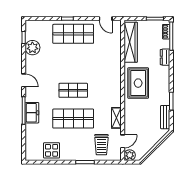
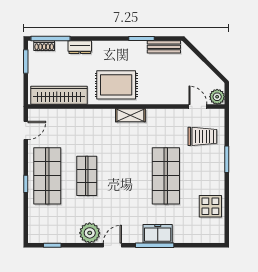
plant: (32, 48) -> (90, 233), moved
shop shelf: (73, 90) -> (87, 176), moved
shelving: (116, 118) -> (130, 115), moved

